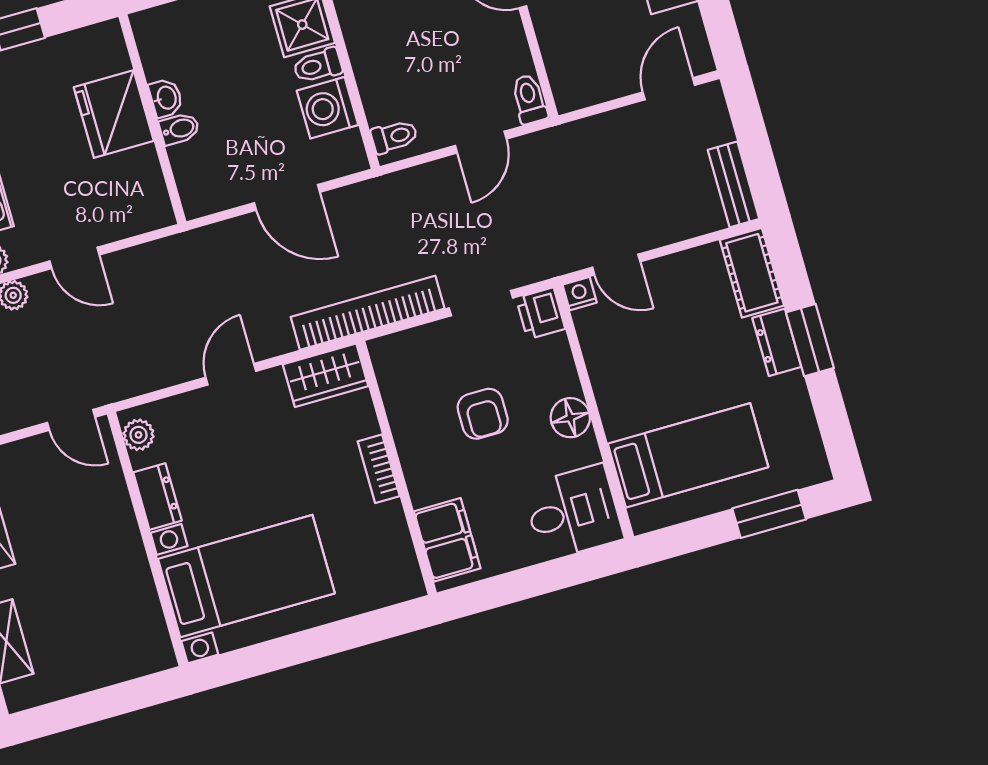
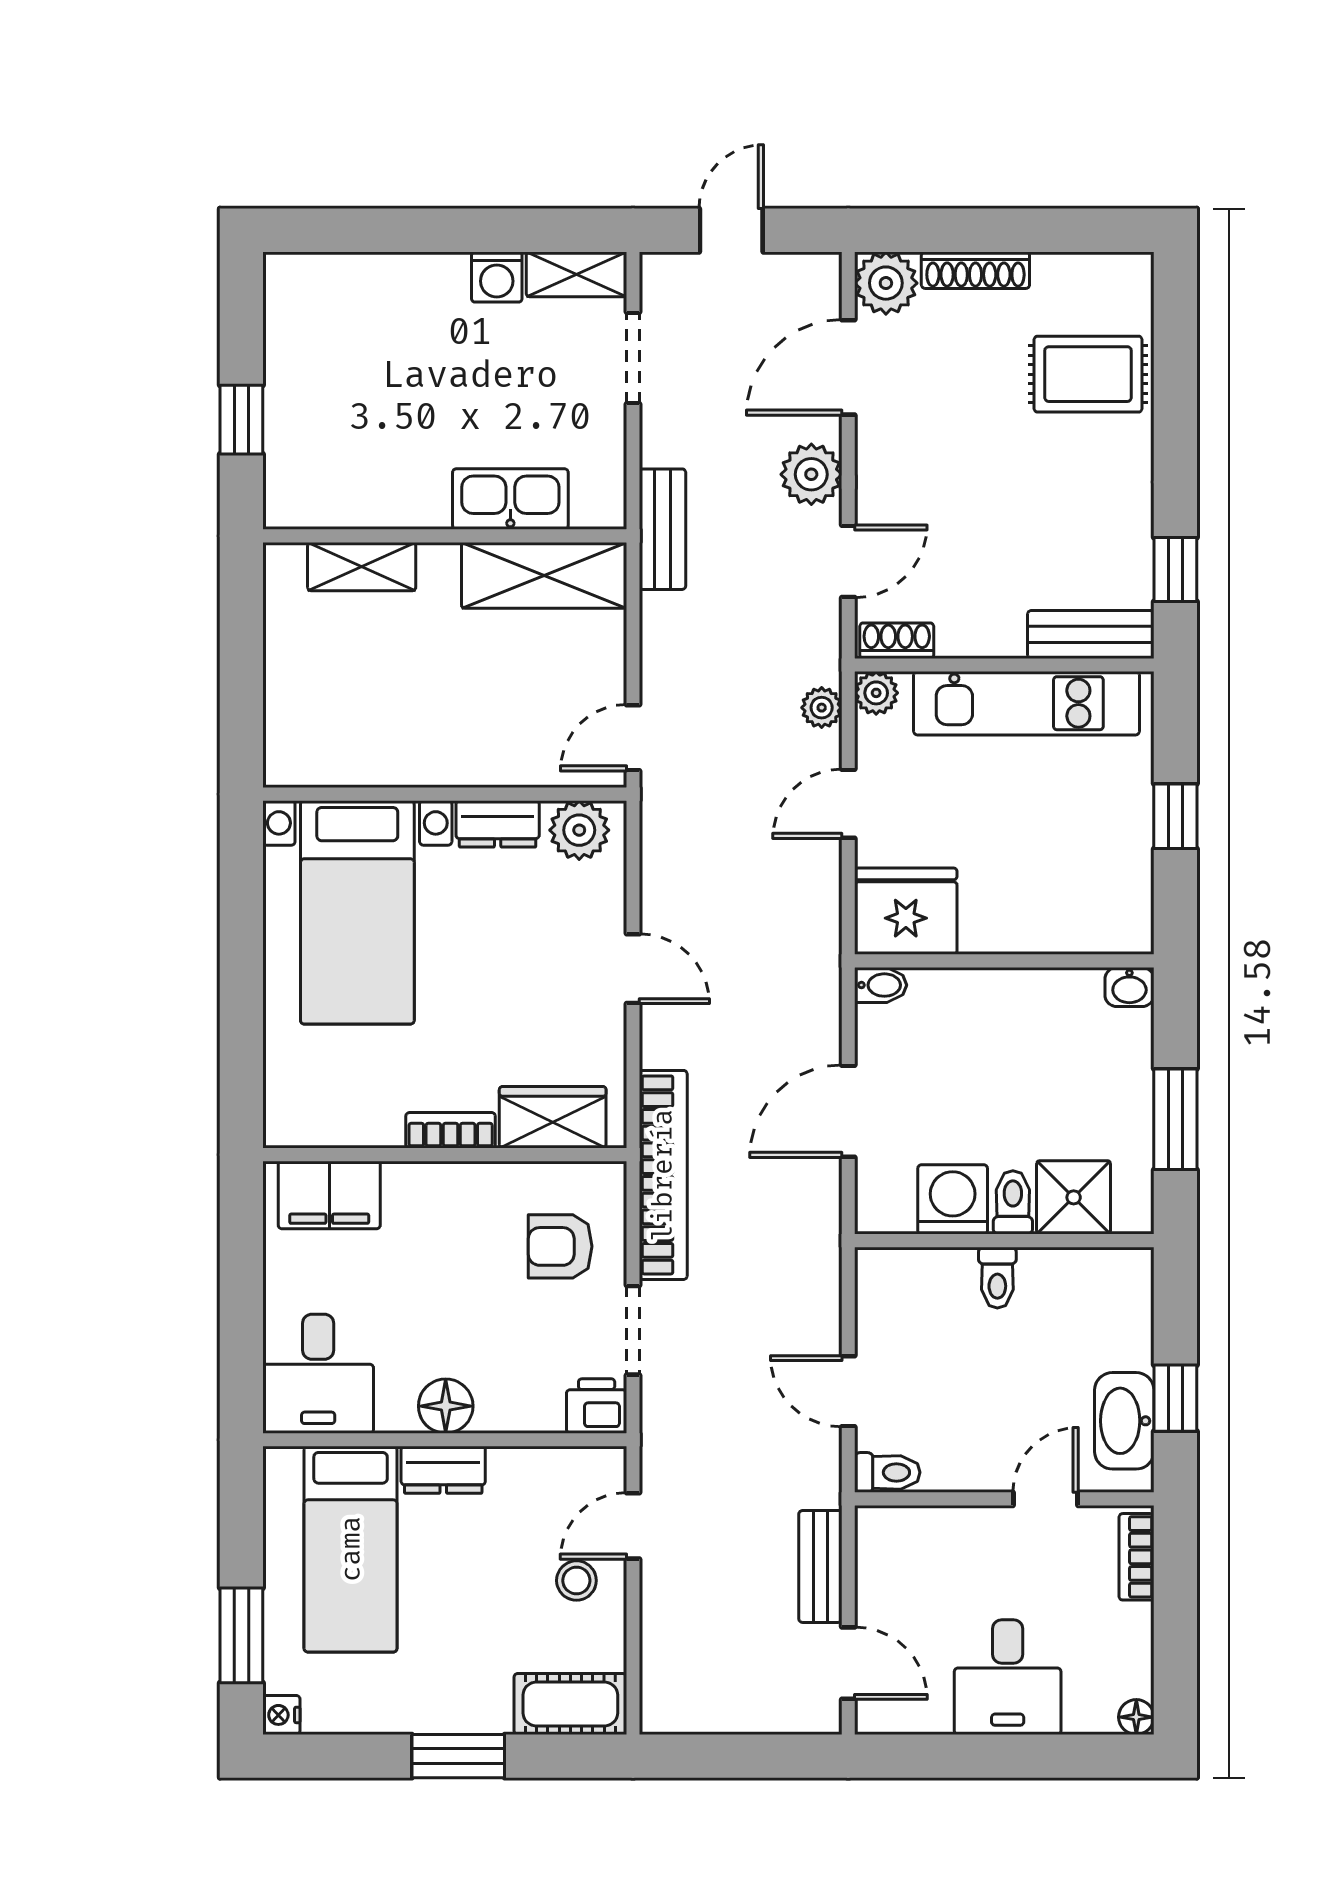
washbasin: (166, 98) -> (1129, 987), moved
fridge: (114, 114) -> (906, 911), moved
bidet: (179, 129) -> (881, 985), moved, turned -90
toilet: (394, 137) -> (997, 1278), moved
bench: (733, 184) -> (820, 1566), moved, turned 90
stool: (665, 293) -> (576, 1581), added
nightstand: (580, 294) -> (281, 1715), moved, turned 180
dresser: (777, 342) -> (443, 1470), moved, turned 180
wardrobe: (326, 375) -> (553, 1117), moved, turned 90
armchair: (483, 414) -> (560, 1246), moved
plant: (139, 435) -> (579, 830), width x1.38, depth x1.38

